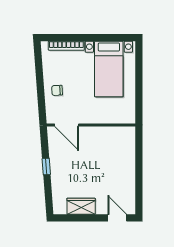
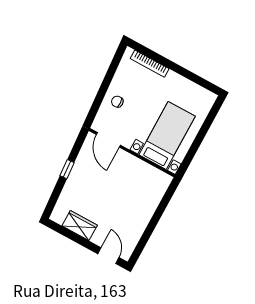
bed with nightstands: (109, 69) -> (167, 135), moved, turned 180

